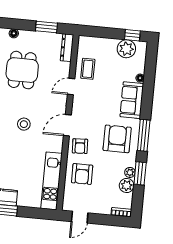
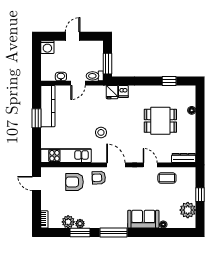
window: (46, 27) -> (200, 138), removed
window: (132, 35) -> (200, 195), moved
stool: (24, 124) -> (101, 132), moved
armchair: (117, 139) -> (108, 210), removed

